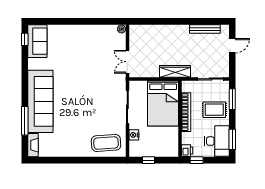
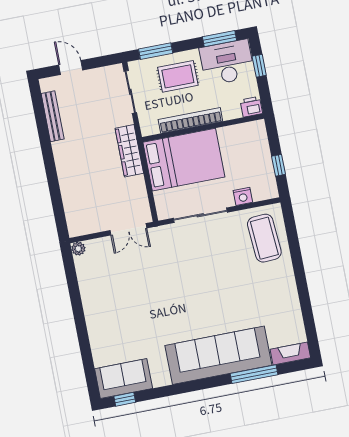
rug: (214, 110) -> (178, 76), turned 90
window: (197, 160) -> (259, 66), moved

